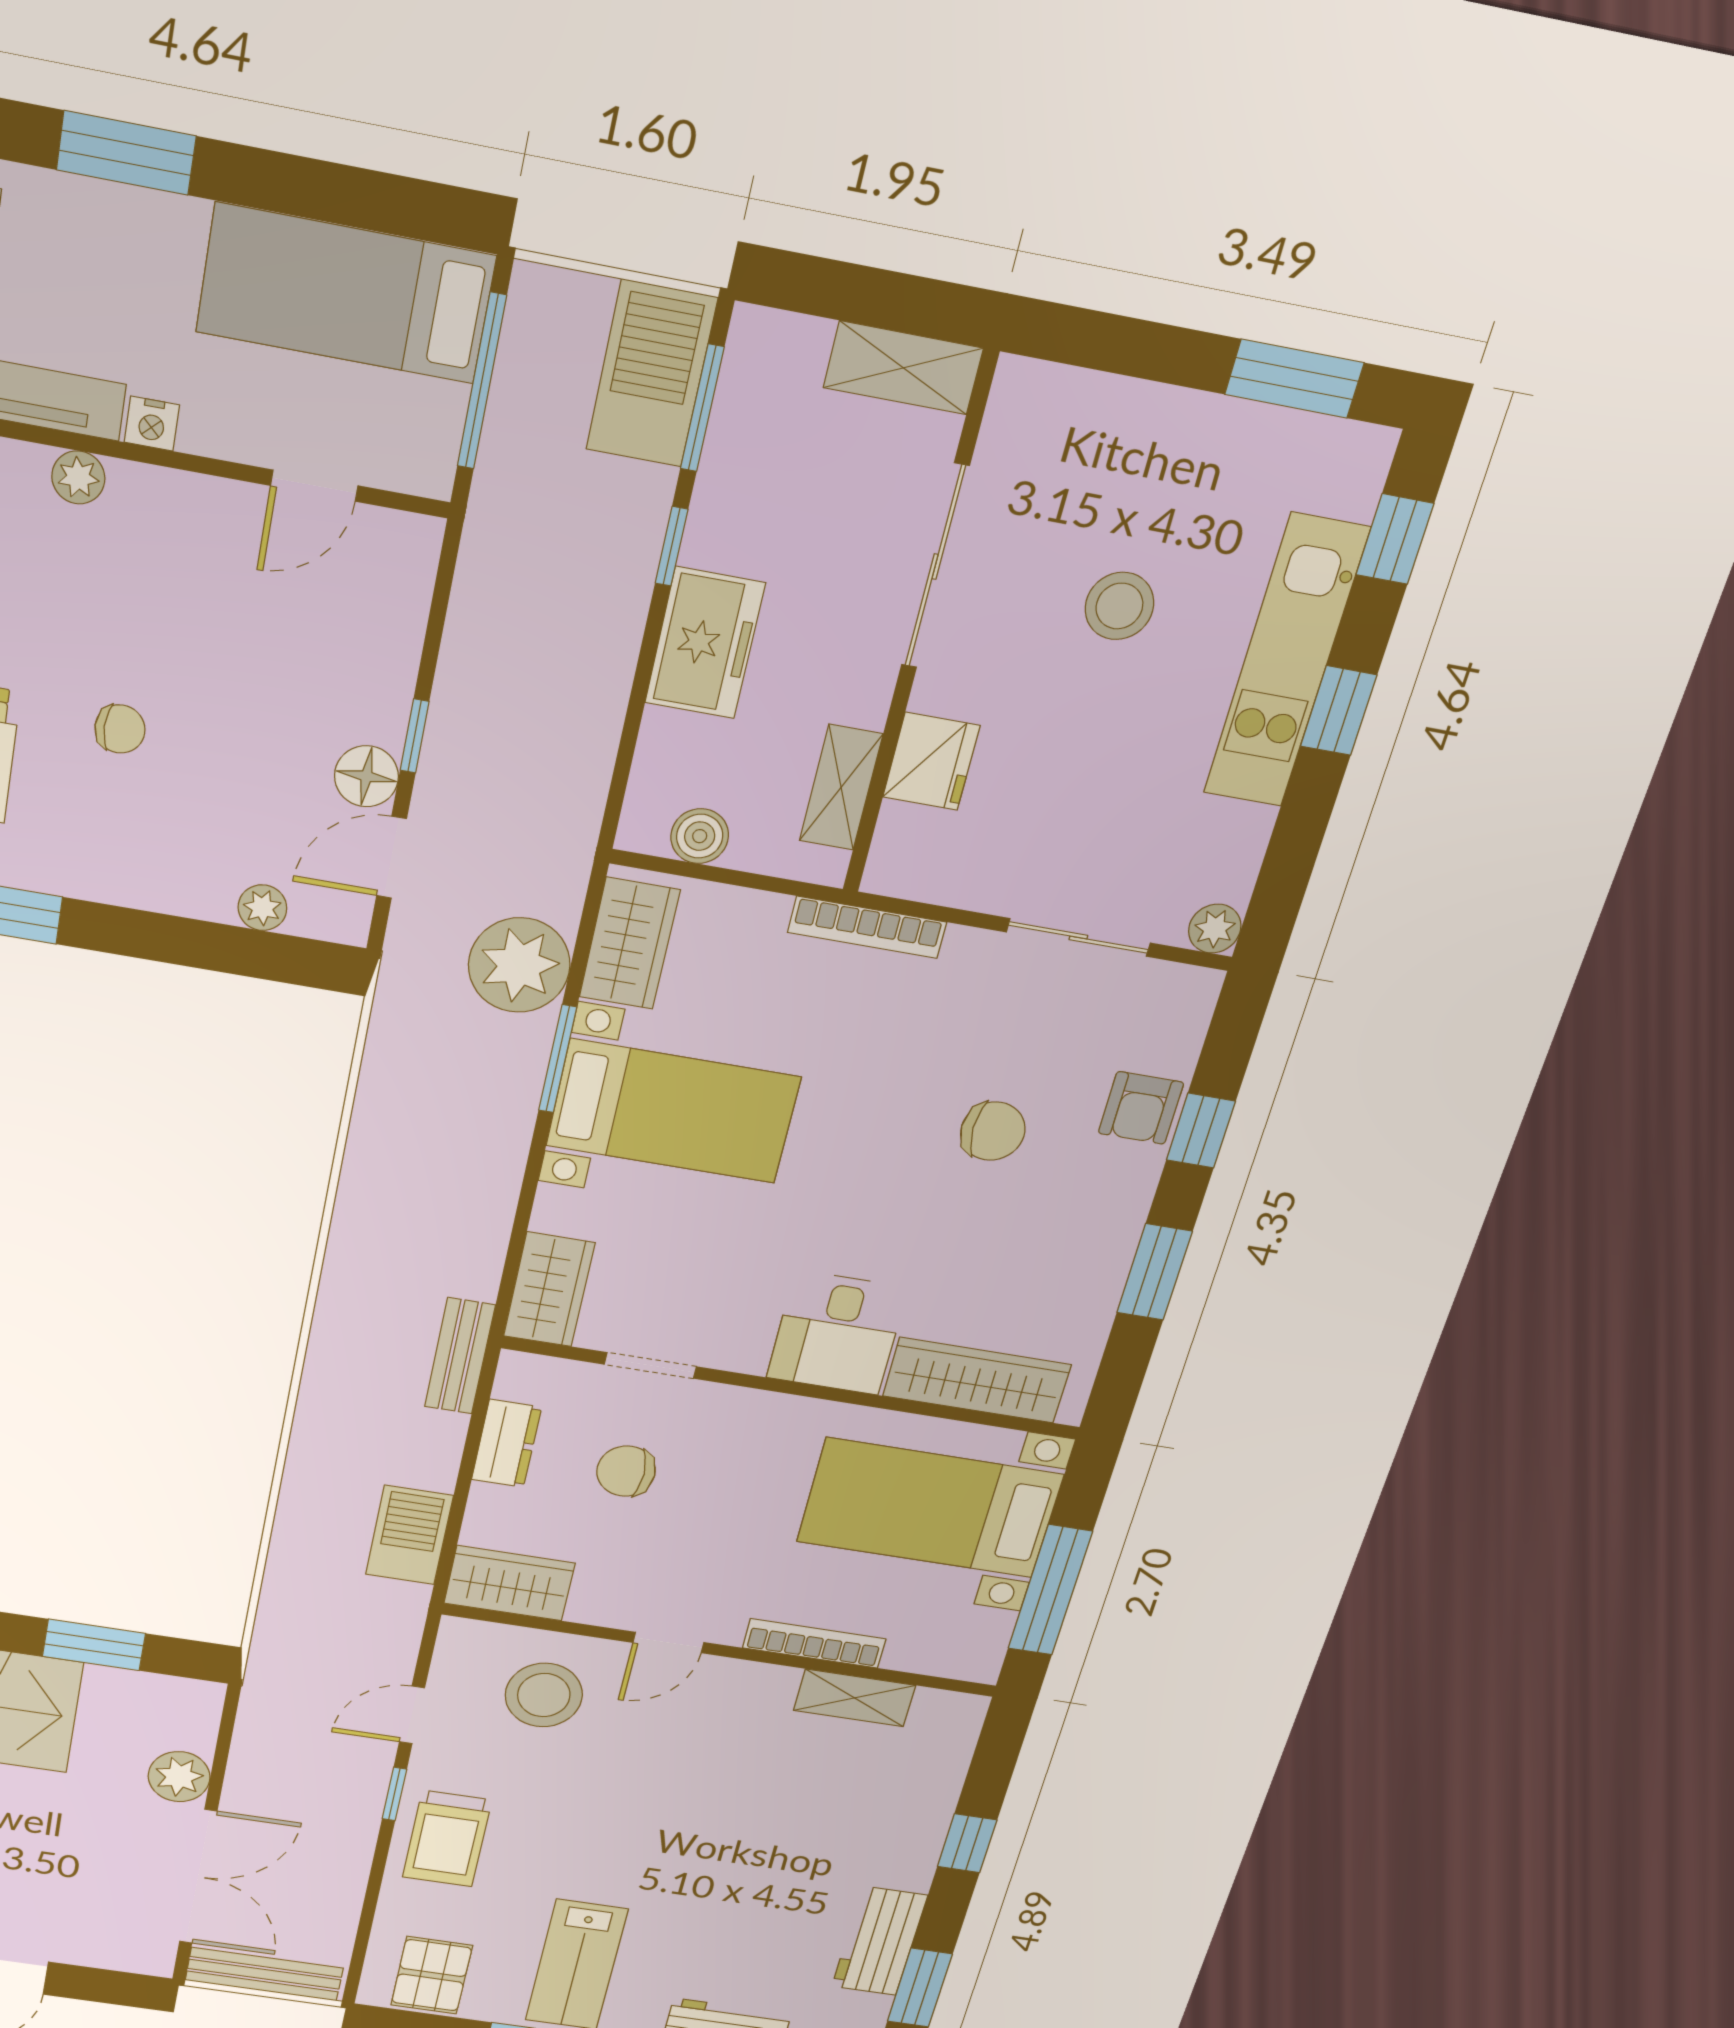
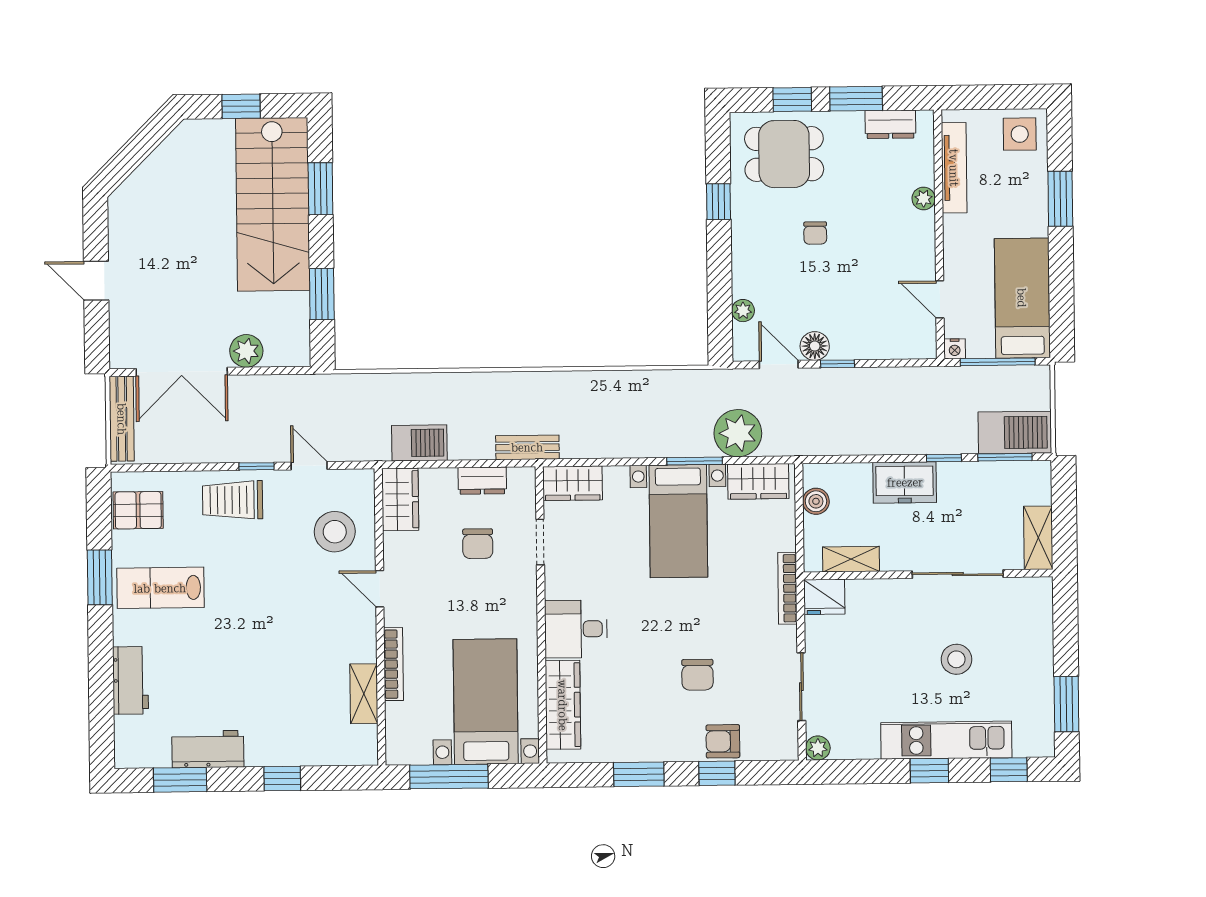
nightstand: (152, 424) -> (955, 349), moved, turned -90
fridge: (931, 761) -> (824, 597), moved
chair: (626, 1471) -> (478, 544), turned 180

